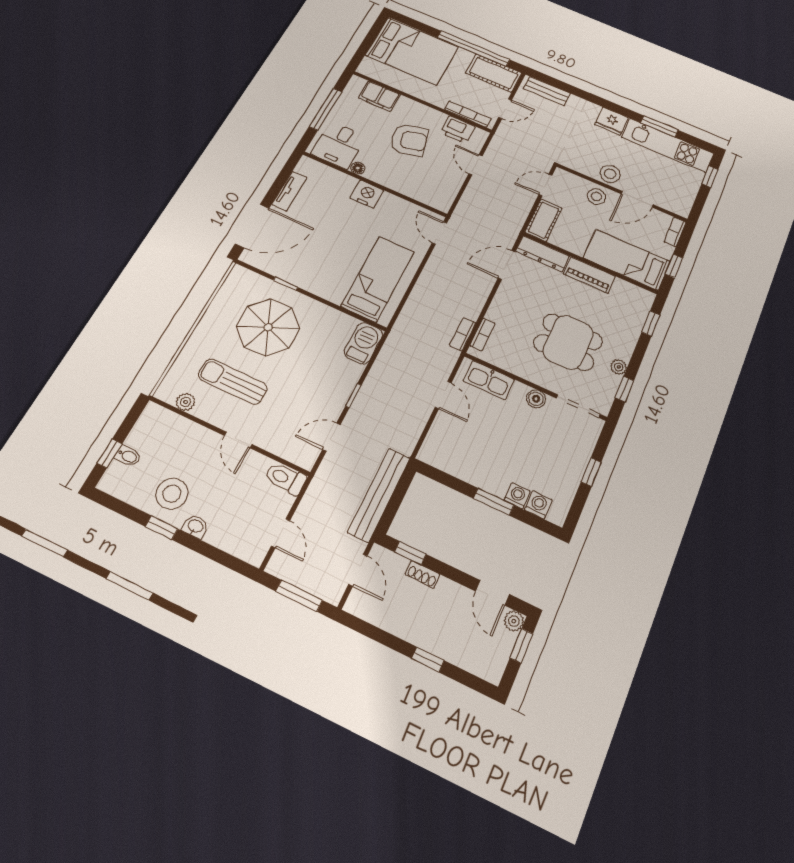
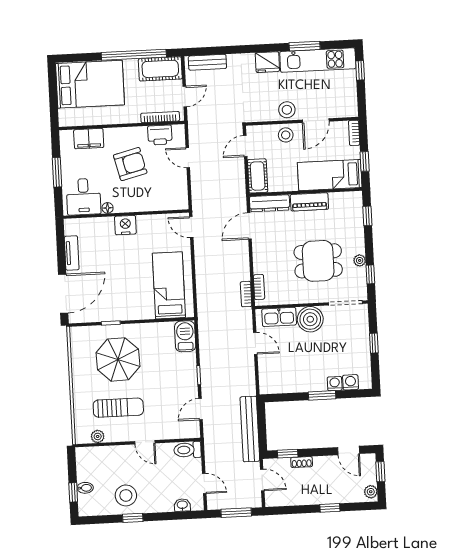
window: (326, 109) -> (57, 172), width x0.69
sun lounger: (233, 382) -> (118, 408), turned 180
boiler: (536, 399) -> (310, 319), width x1.86, depth x1.86
washbasin: (195, 526) -> (182, 505), moved
plant: (514, 621) -> (371, 492), moved

